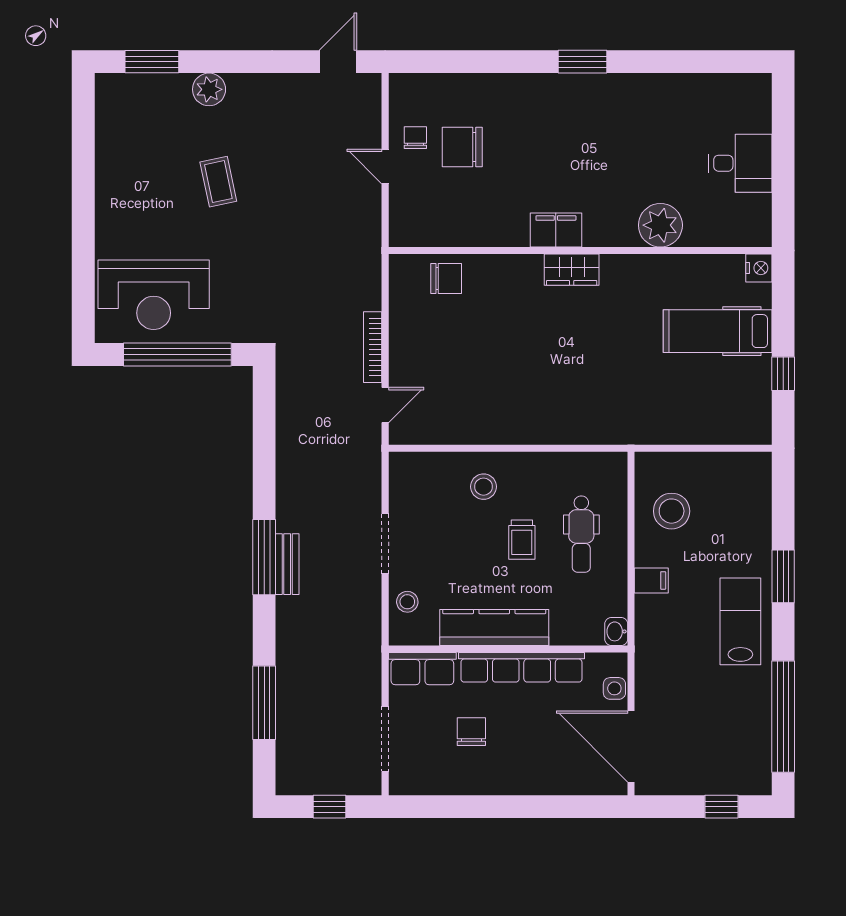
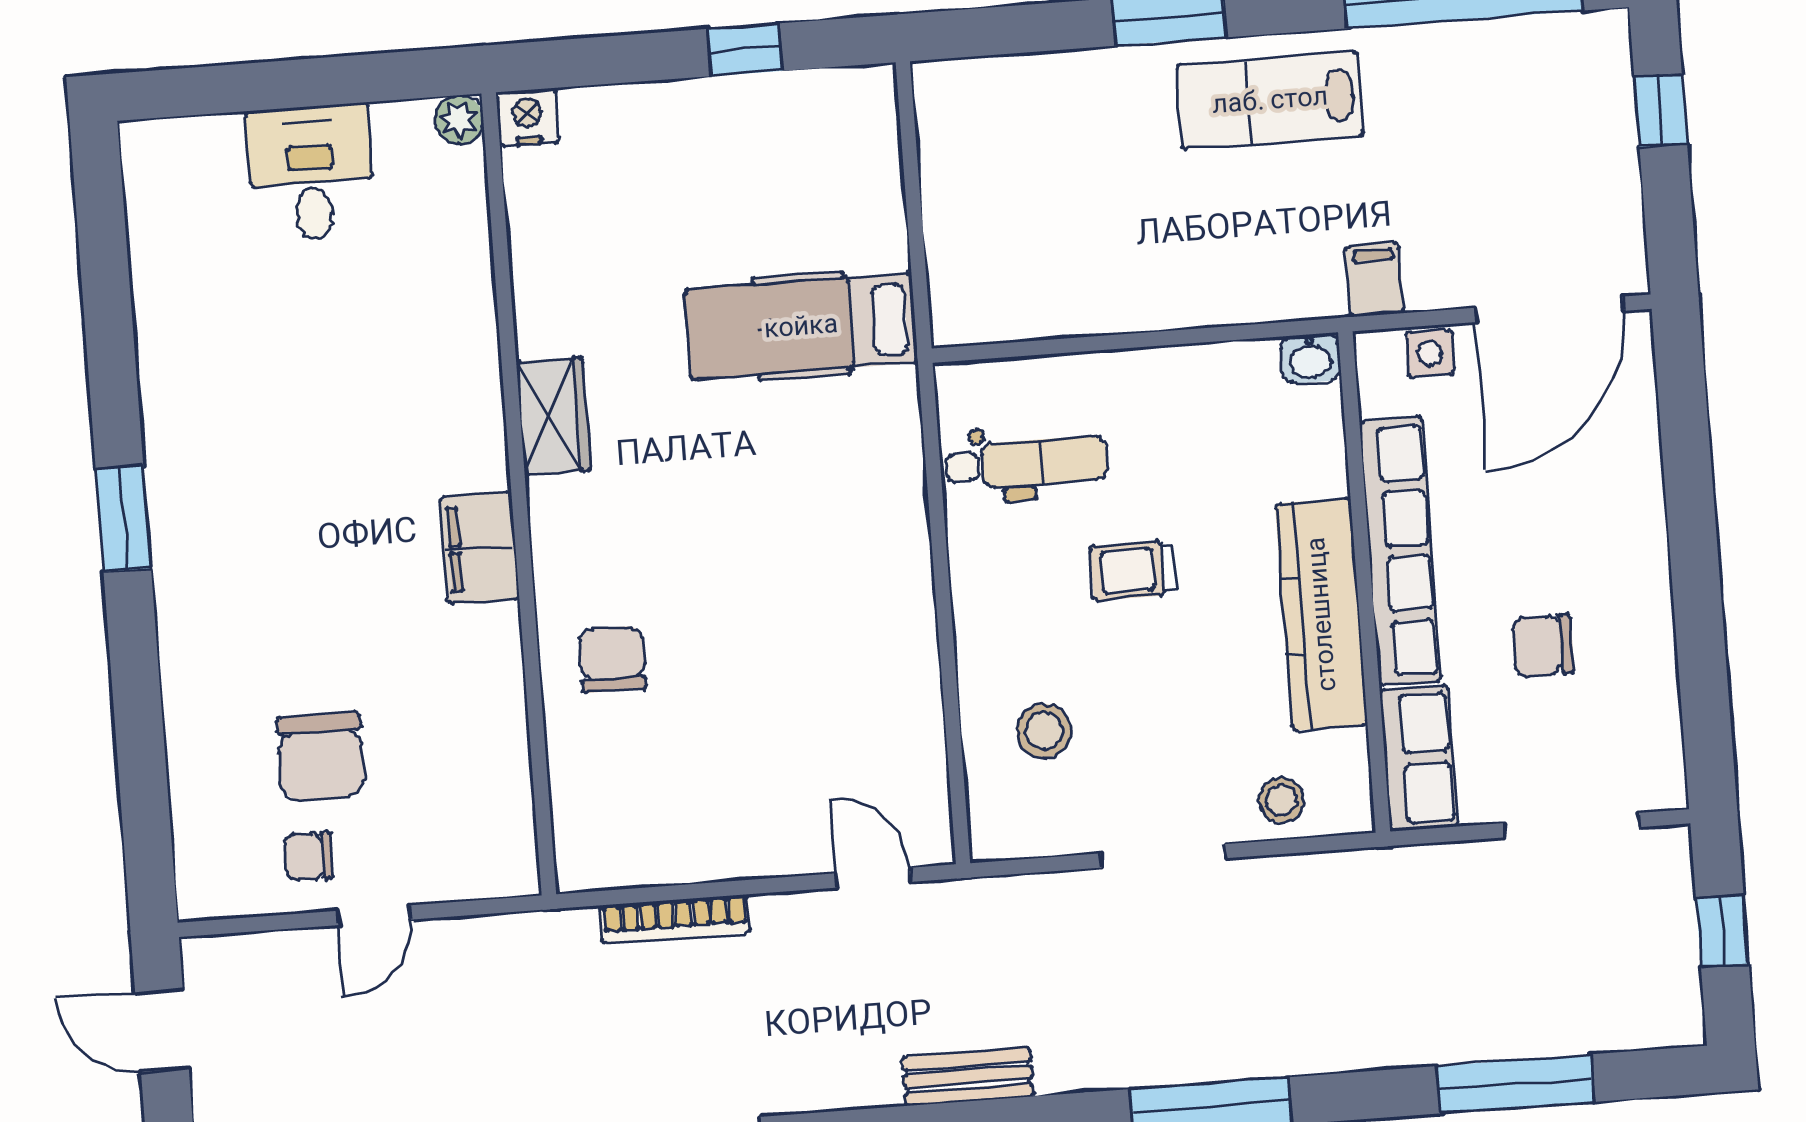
plant: (660, 225) -> (459, 120), moved, width x0.53, depth x0.53
wardrobe: (572, 270) -> (553, 416), moved
chair: (446, 279) -> (612, 659), moved
hospital bed: (718, 331) -> (801, 326), moved, turned 90
bookcase: (373, 347) -> (675, 919), moved
stool: (484, 487) -> (1044, 731), moved
stool: (672, 511) -> (1050, 262), removed
dental chair: (581, 534) -> (1026, 463), moved
trolley: (522, 540) -> (1133, 570), turned 180
bench: (287, 564) -> (968, 1077), moved
filing cabinet: (651, 580) -> (1375, 280), moved

